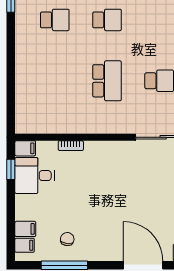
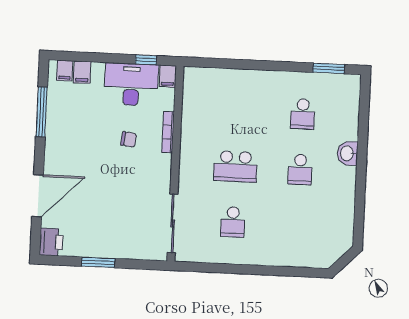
bookcase: (71, 146) -> (168, 132), width x1.56
desk: (35, 176) -> (131, 84), width x1.37
chair: (67, 239) -> (129, 139), moved

